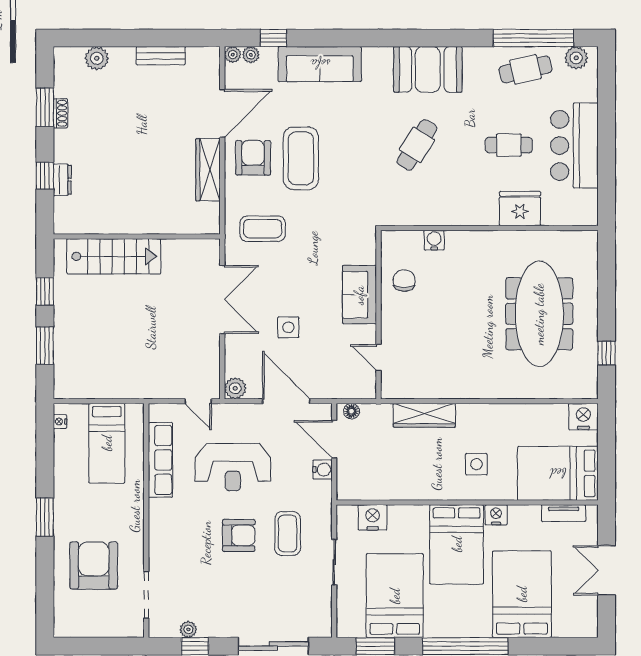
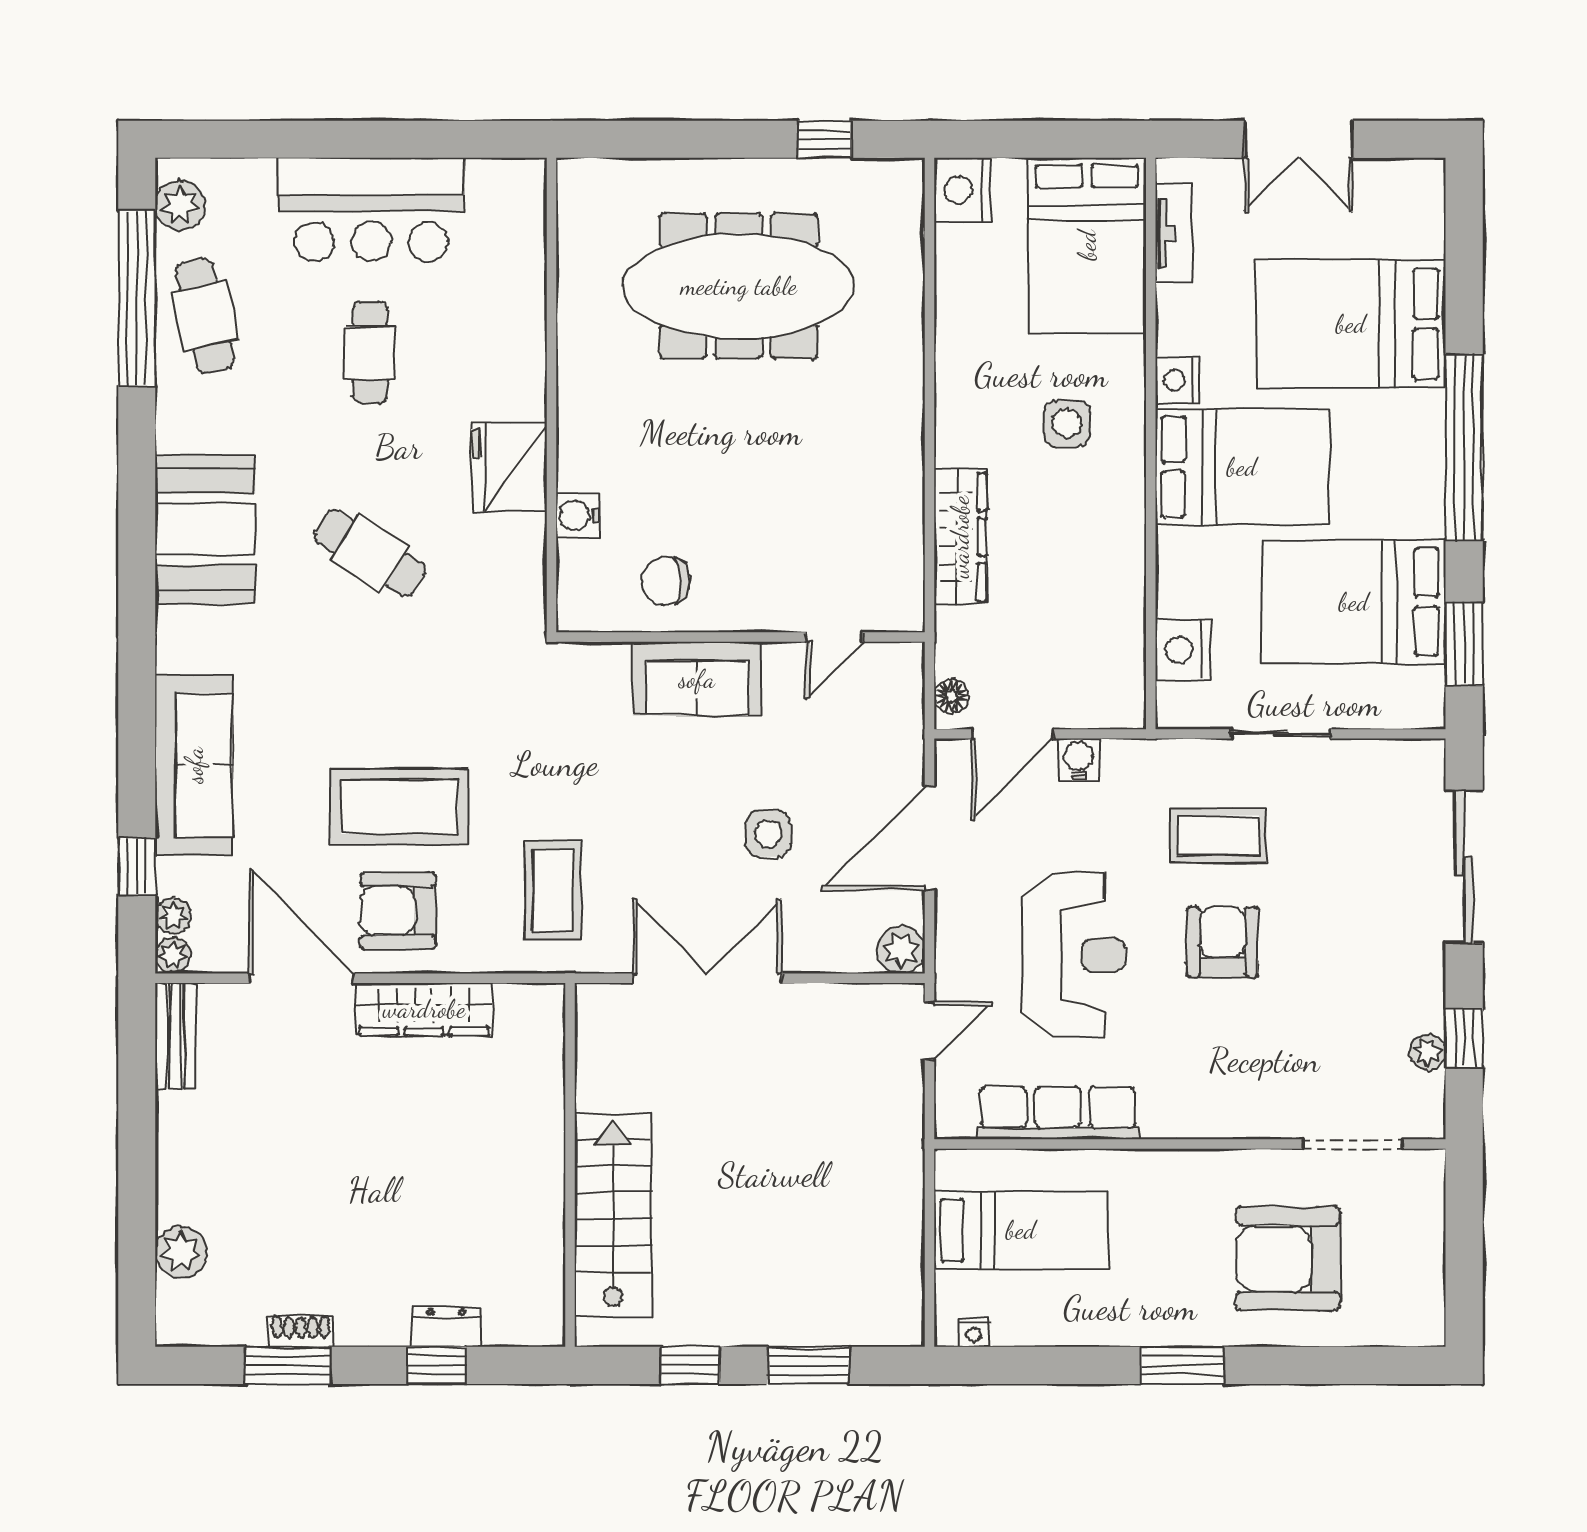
bench: (161, 56) -> (175, 1036), moved
fridge: (520, 209) -> (509, 467), moved

